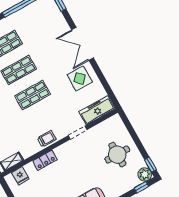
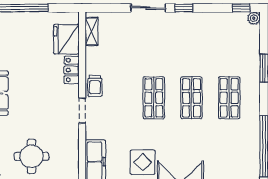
doorway: (78, 133) -> (82, 110), moved
fridge: (20, 176) -> (66, 39), width x1.88, depth x1.34

